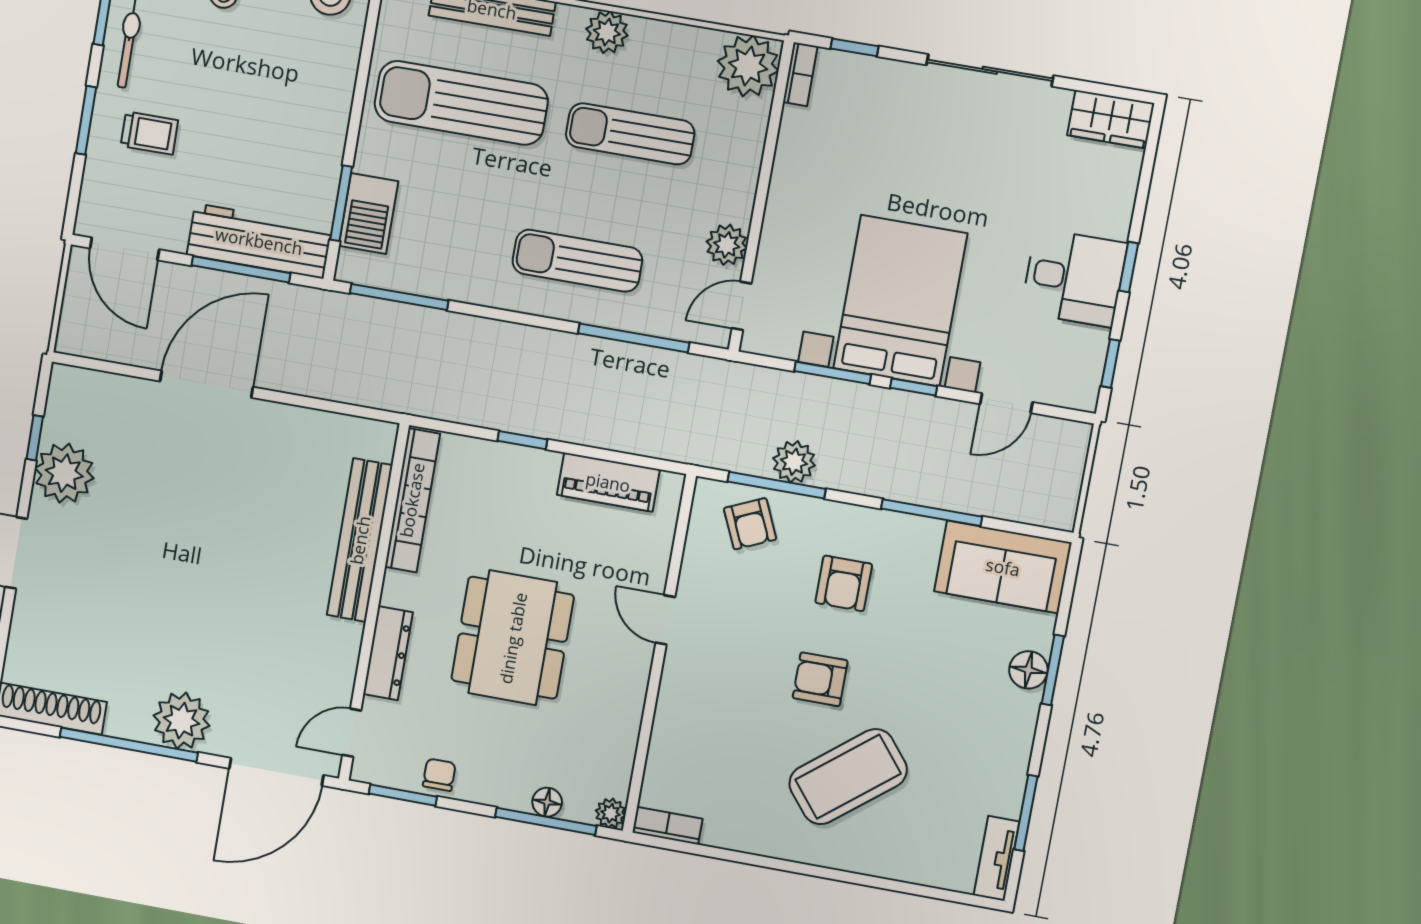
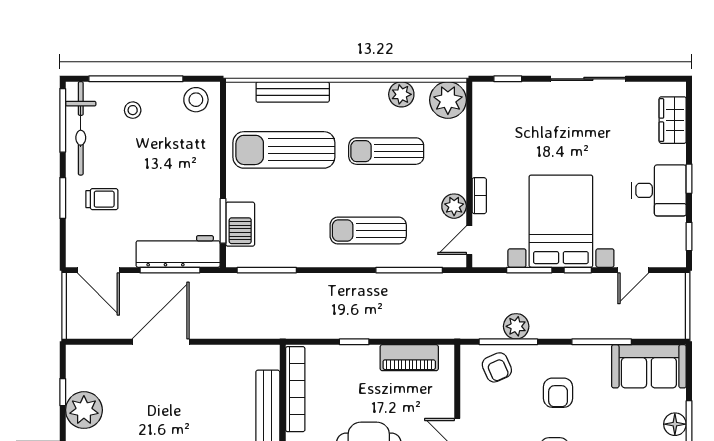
plant: (607, 32) -> (401, 94), moved
bookcase: (800, 74) -> (479, 196), moved
wardrobe: (1111, 119) -> (673, 120), moved, turned 90

